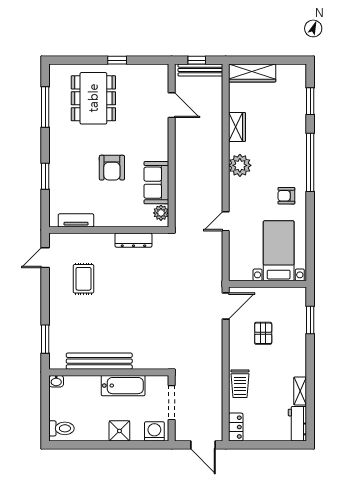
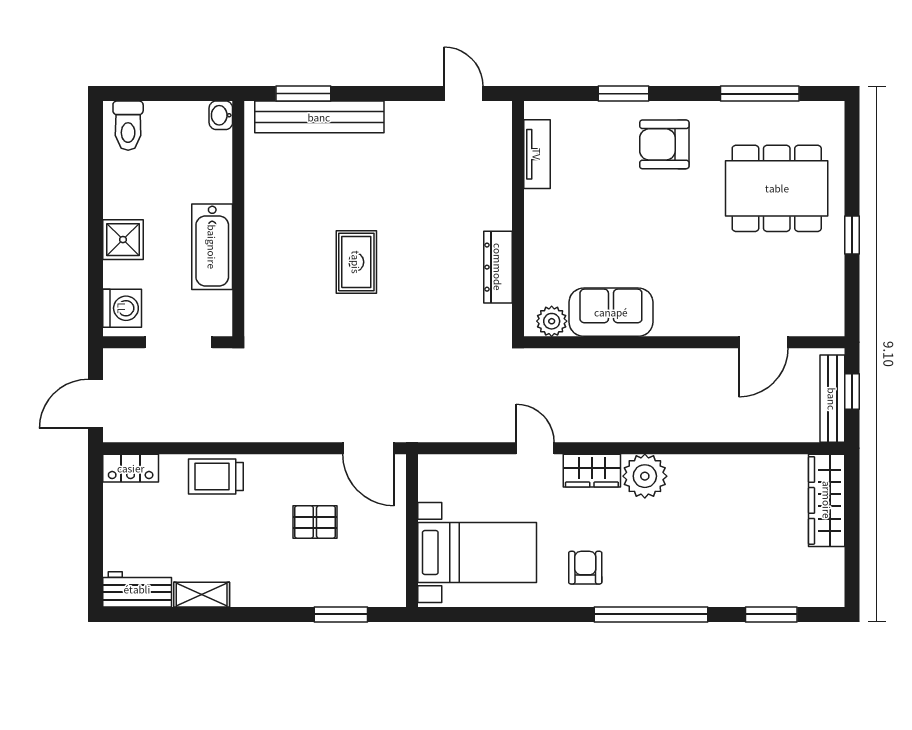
wardrobe: (237, 127) -> (592, 471), moved
armchair: (112, 168) -> (664, 144), moved
rug: (83, 279) -> (356, 262), moved, turned 90
bench: (99, 361) -> (319, 117), moved, turned 90

